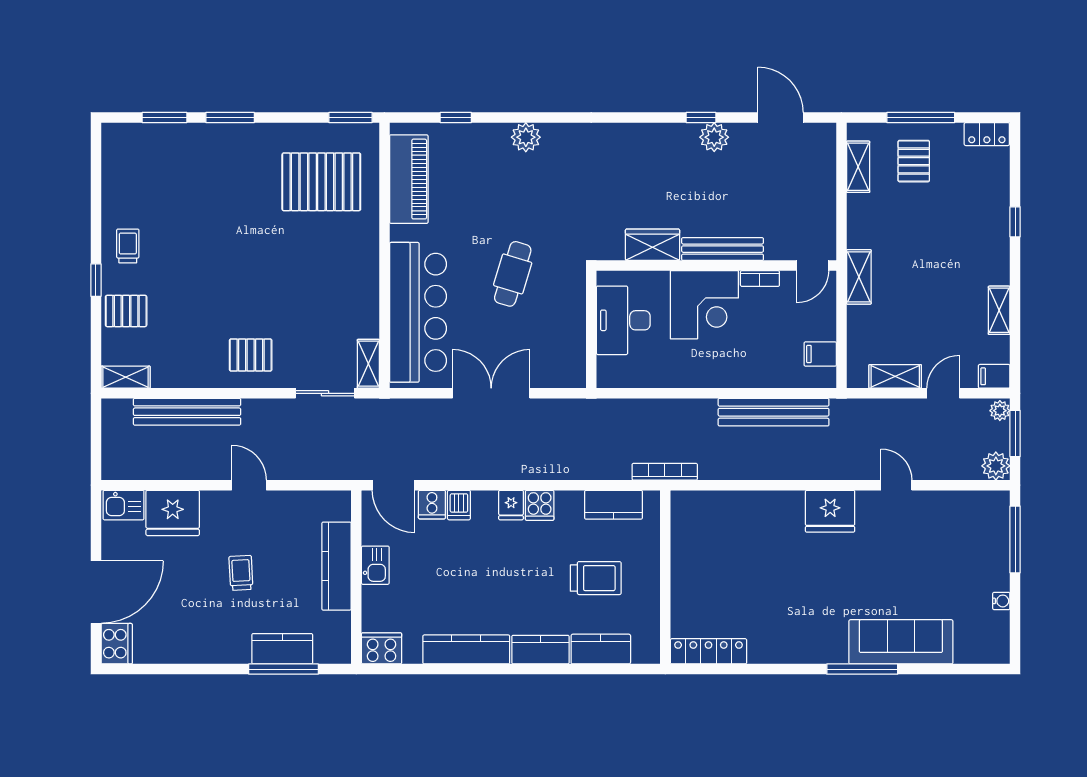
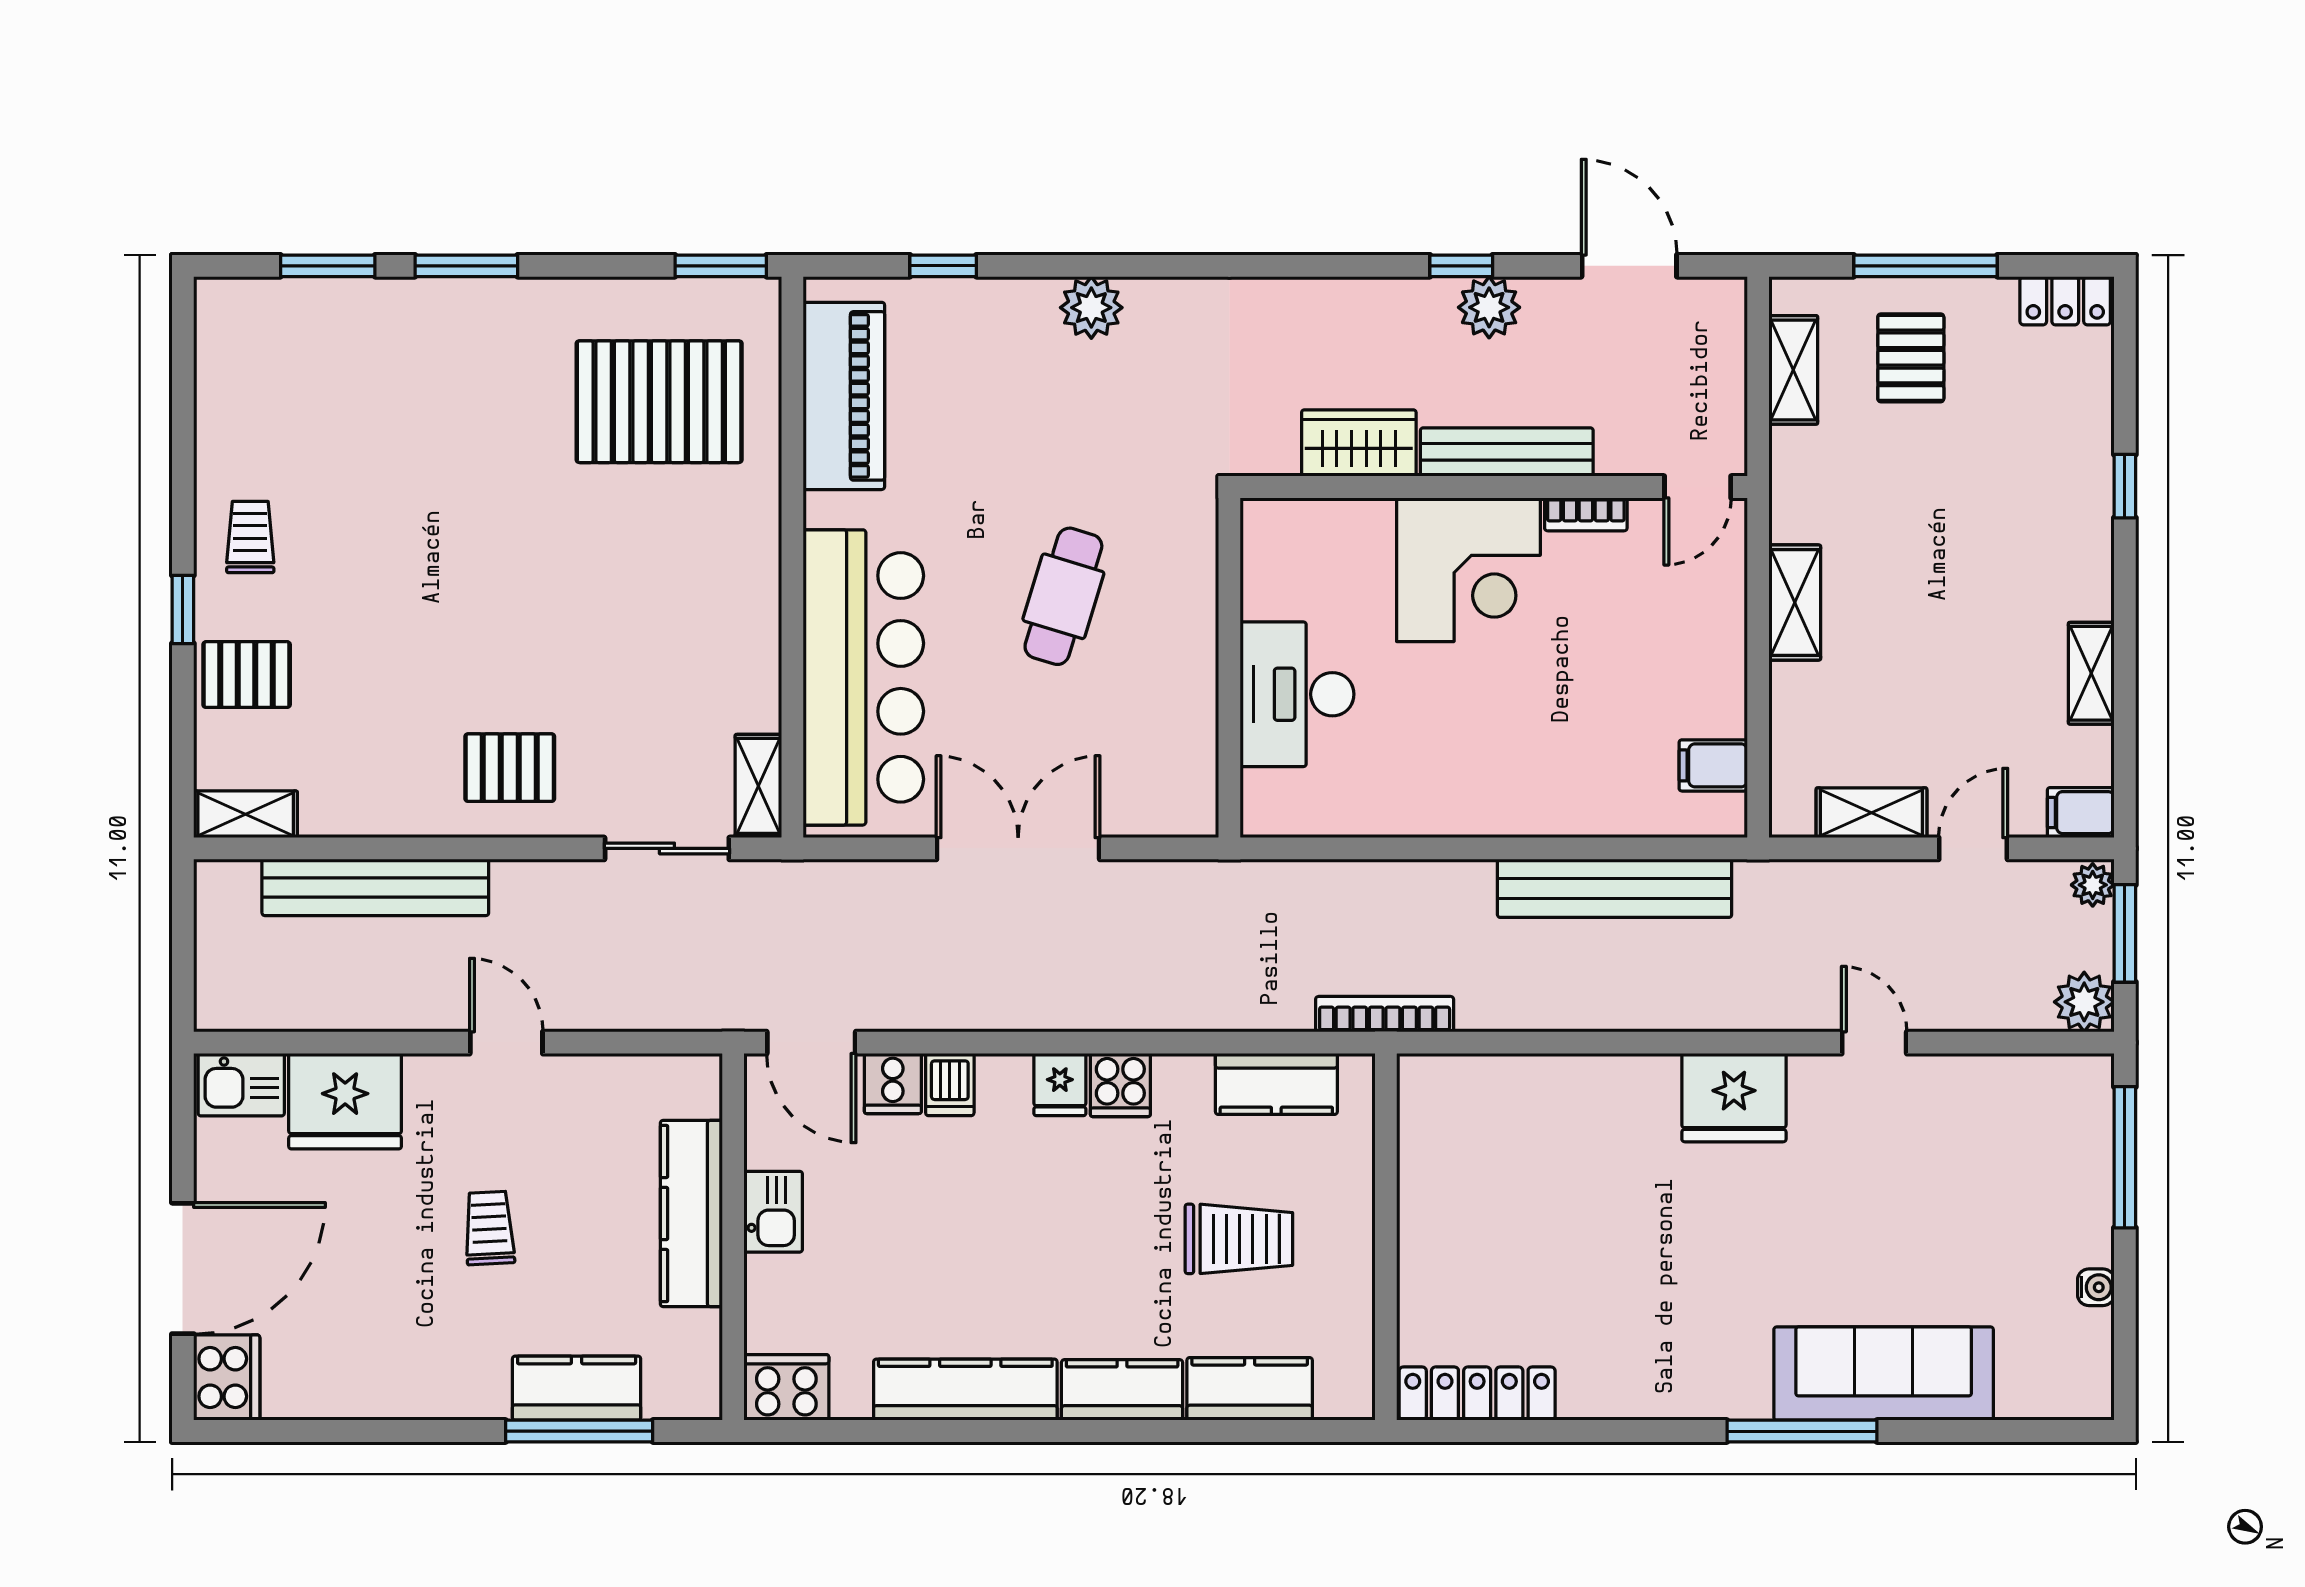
wardrobe: (653, 245) -> (1359, 443), moved
bench: (723, 249) -> (1507, 452), moved
wall: (716, 266) -> (1494, 487), moved
door: (813, 266) -> (1698, 487), moved
bookcase: (760, 279) -> (1586, 514), moved
corner desk: (704, 305) -> (1468, 570), moved

